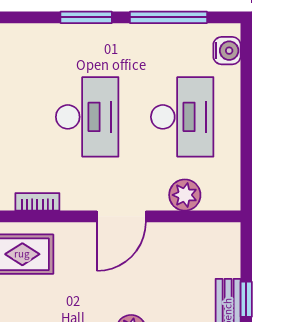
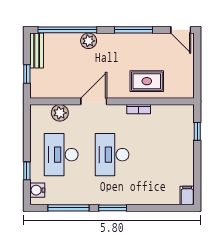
window: (246, 87) -> (27, 171), added
window: (246, 299) -> (27, 74), moved

